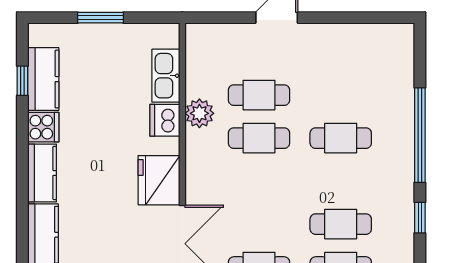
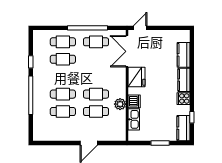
kitchen counter: (43, 79) -> (183, 128), moved
cafe table: (341, 95) -> (63, 112), added

